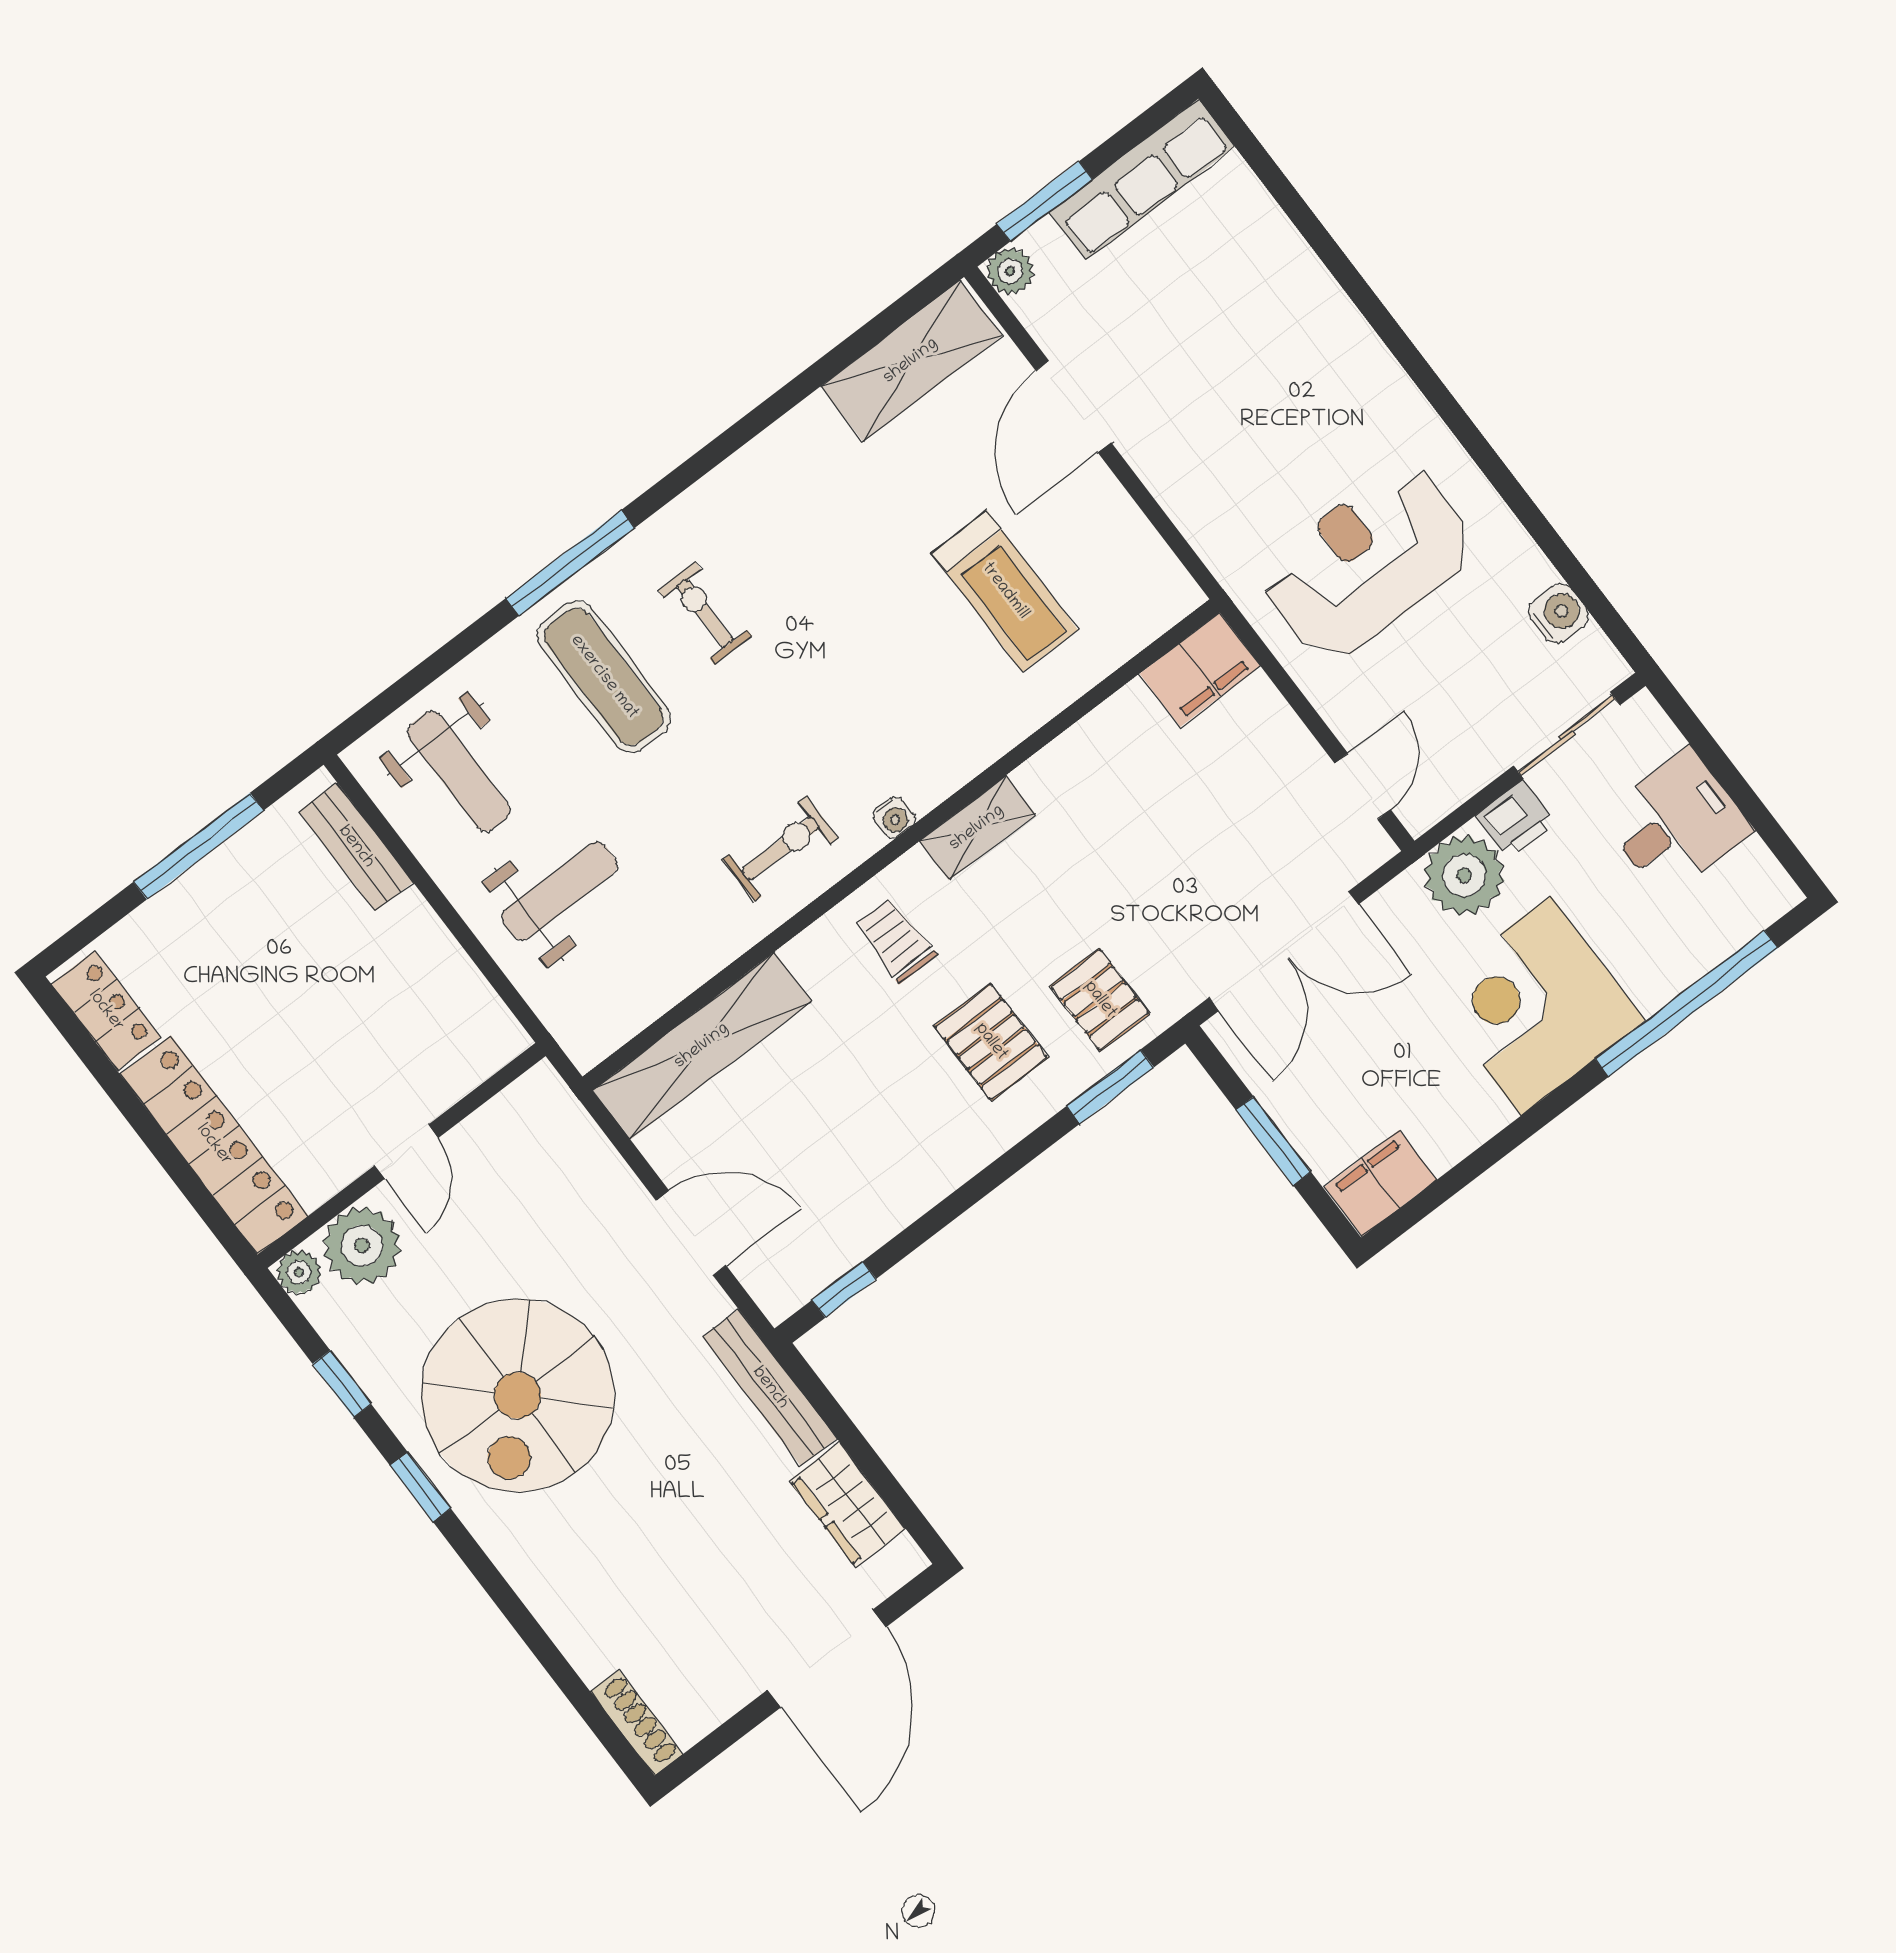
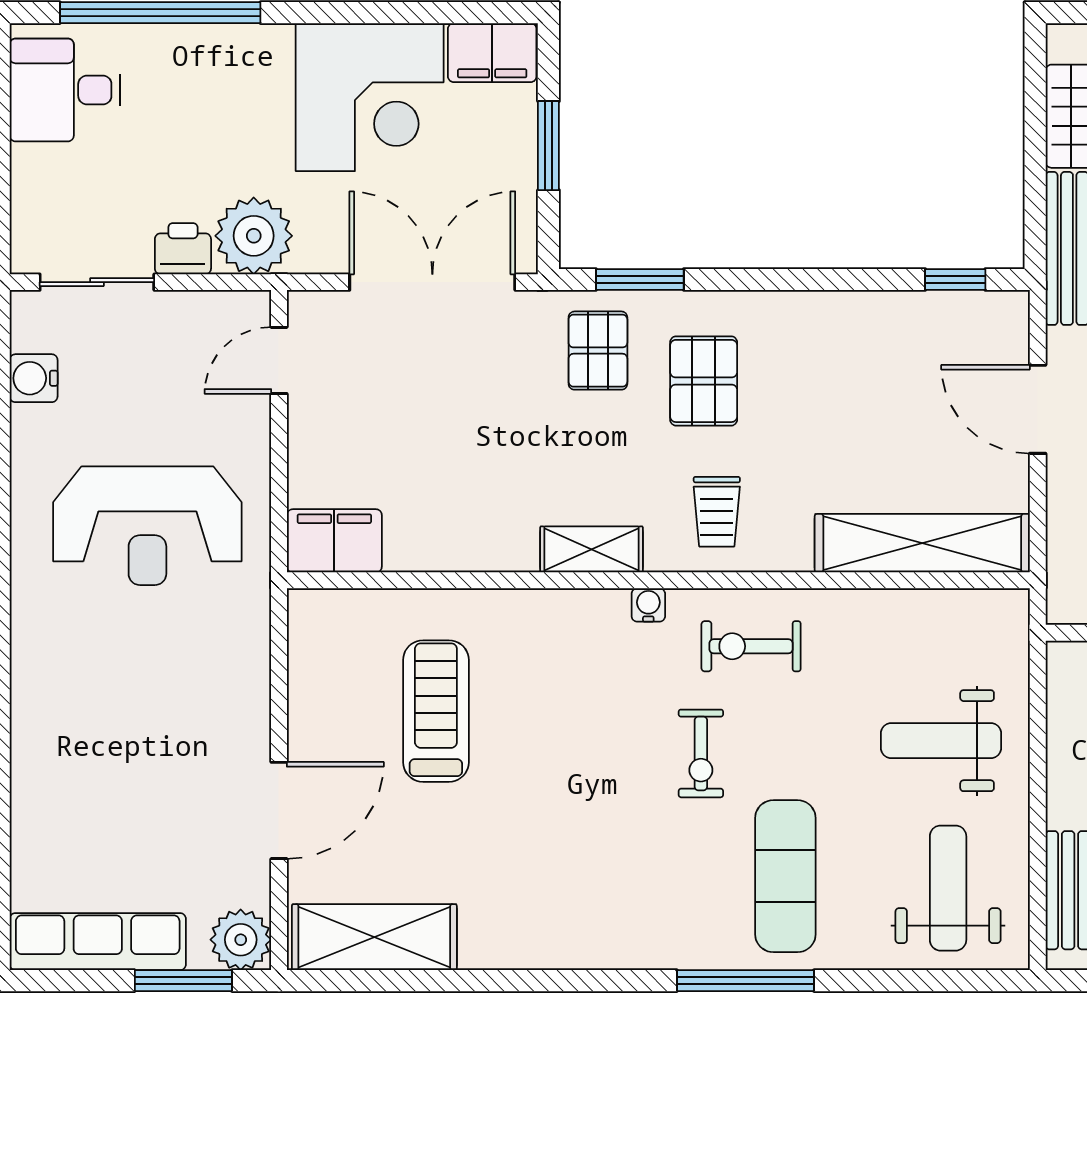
plant: (1010, 271) -> (241, 940), width x1.38, depth x1.38
exercise bike: (705, 613) -> (701, 753), moved
desk: (1676, 823) -> (65, 90), moved
corner desk: (1536, 1006) -> (370, 97), moved

